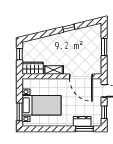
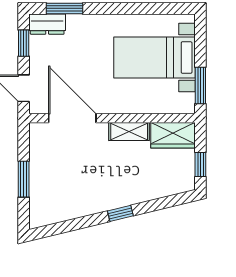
window: (69, 28) -> (120, 213), moved
window: (19, 112) -> (200, 86), moved
dresser: (82, 121) -> (47, 24), moved

